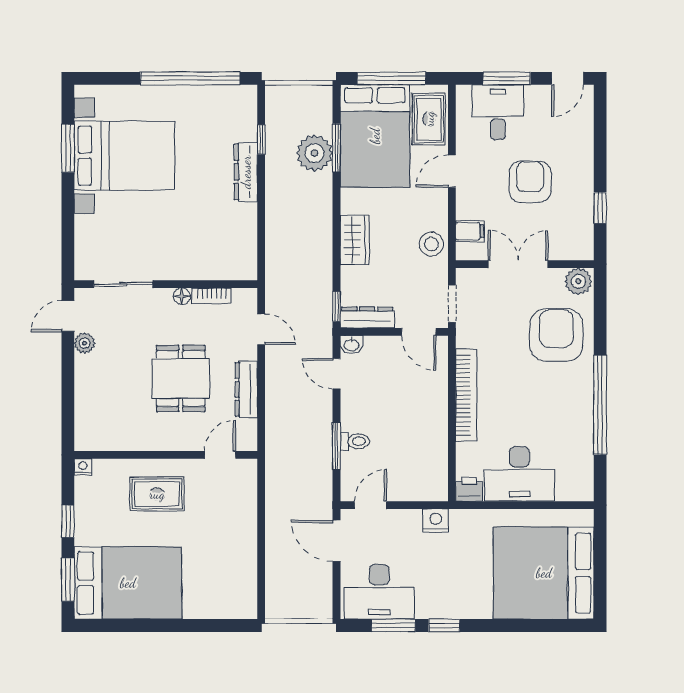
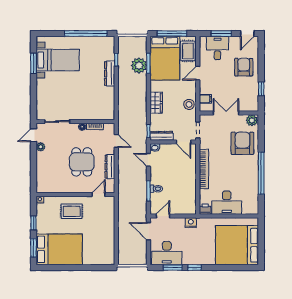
bed with nightstands: (124, 156) -> (58, 60), width x0.73
armchair: (530, 182) -> (244, 67), moved

